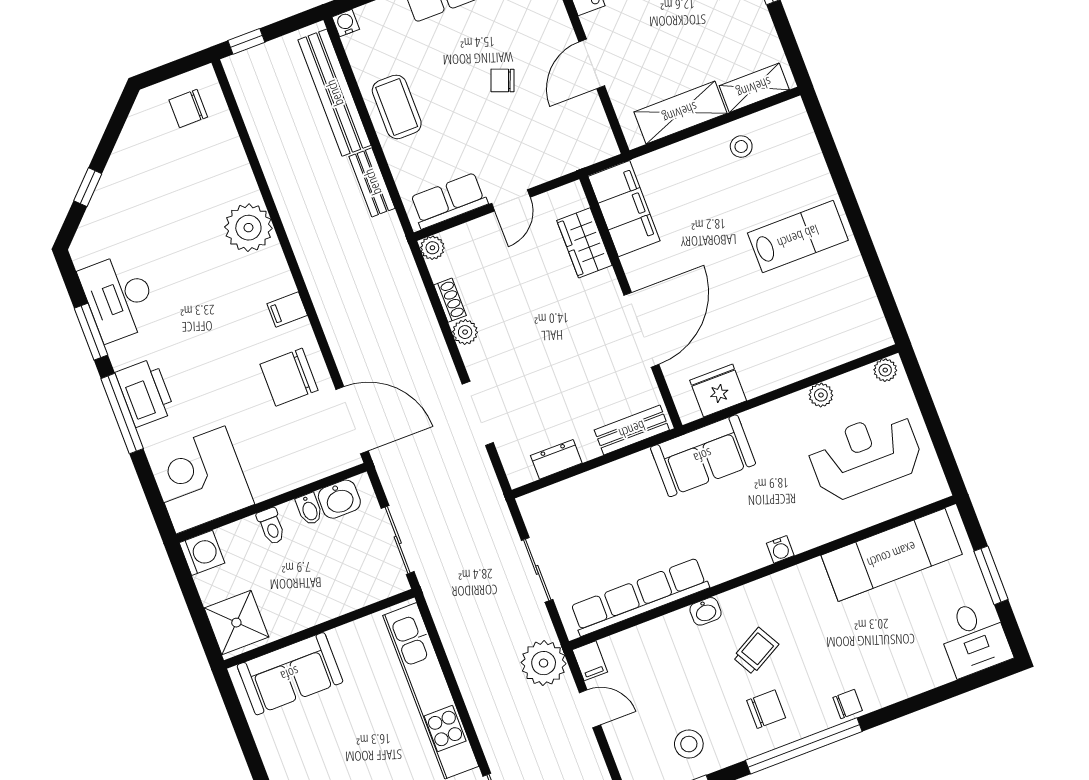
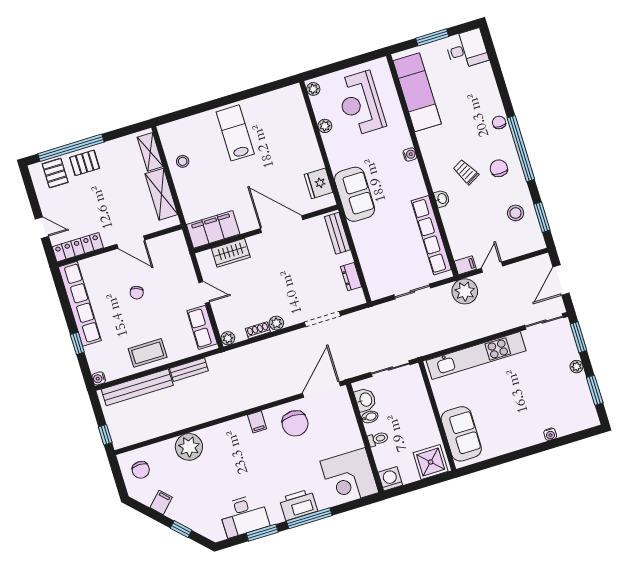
filing cabinet: (133, 149) -> (161, 502), added
plant: (248, 228) -> (189, 447), moved

